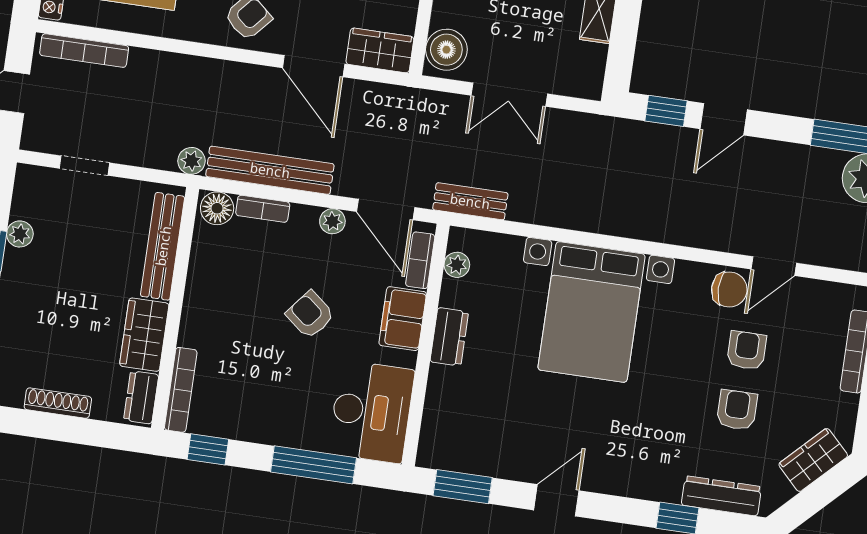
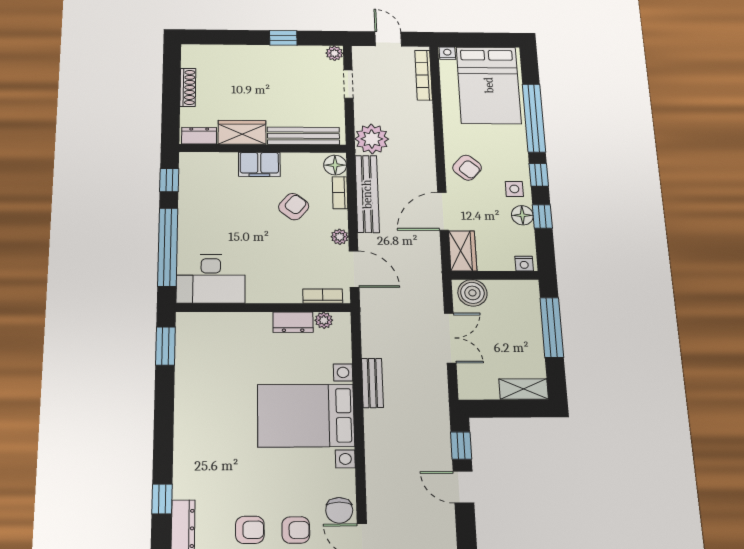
double door: (509, 95) -> (450, 338), swing flipped
plant: (191, 161) -> (372, 139), width x1.87, depth x1.87
bench: (470, 201) -> (372, 383), moved
door: (386, 210) -> (354, 269), swing flipped
plant: (20, 234) -> (334, 53), moved
armchair: (310, 315) -> (294, 207), moved
filing cabinet: (403, 319) -> (259, 164), moved, turned 180
dresser: (449, 337) -> (293, 322), moved
bookcase: (181, 390) -> (208, 159), removed
window: (314, 465) -> (168, 247), width x1.46
door: (556, 500) -> (164, 411), removed

